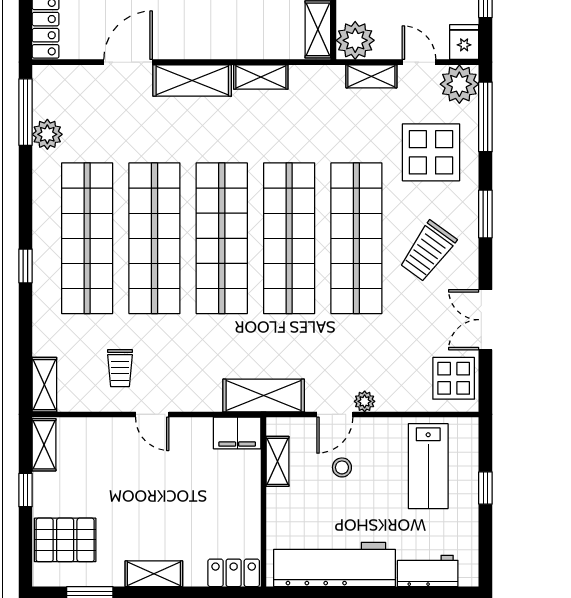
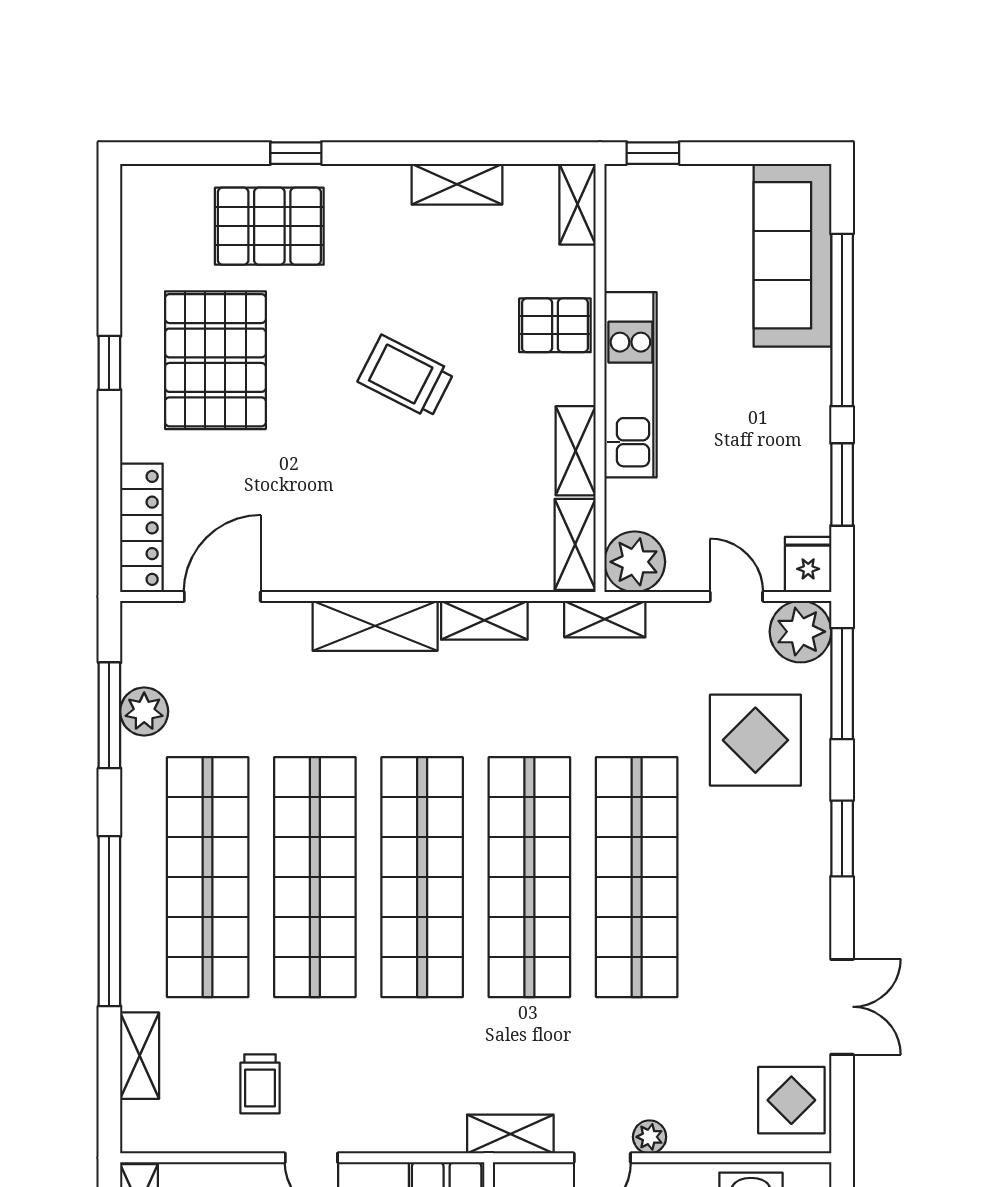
door: (128, 62) -> (222, 596), moved
shelving: (371, 76) -> (605, 619), moved
window: (25, 112) -> (109, 715), moved
trolley: (428, 251) -> (750, 898), removed
window: (25, 266) -> (109, 921), width x3.17
double door: (485, 320) -> (842, 1007), swing flipped
shelving: (44, 385) -> (140, 1056), moved
shelving: (264, 395) -> (510, 1134), width x0.67, depth x0.75

